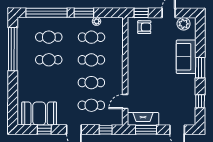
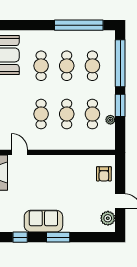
window: (141, 13) -> (120, 170), removed
sofa: (186, 57) -> (43, 221), moved
cafe table: (91, 105) -> (41, 66), moved

